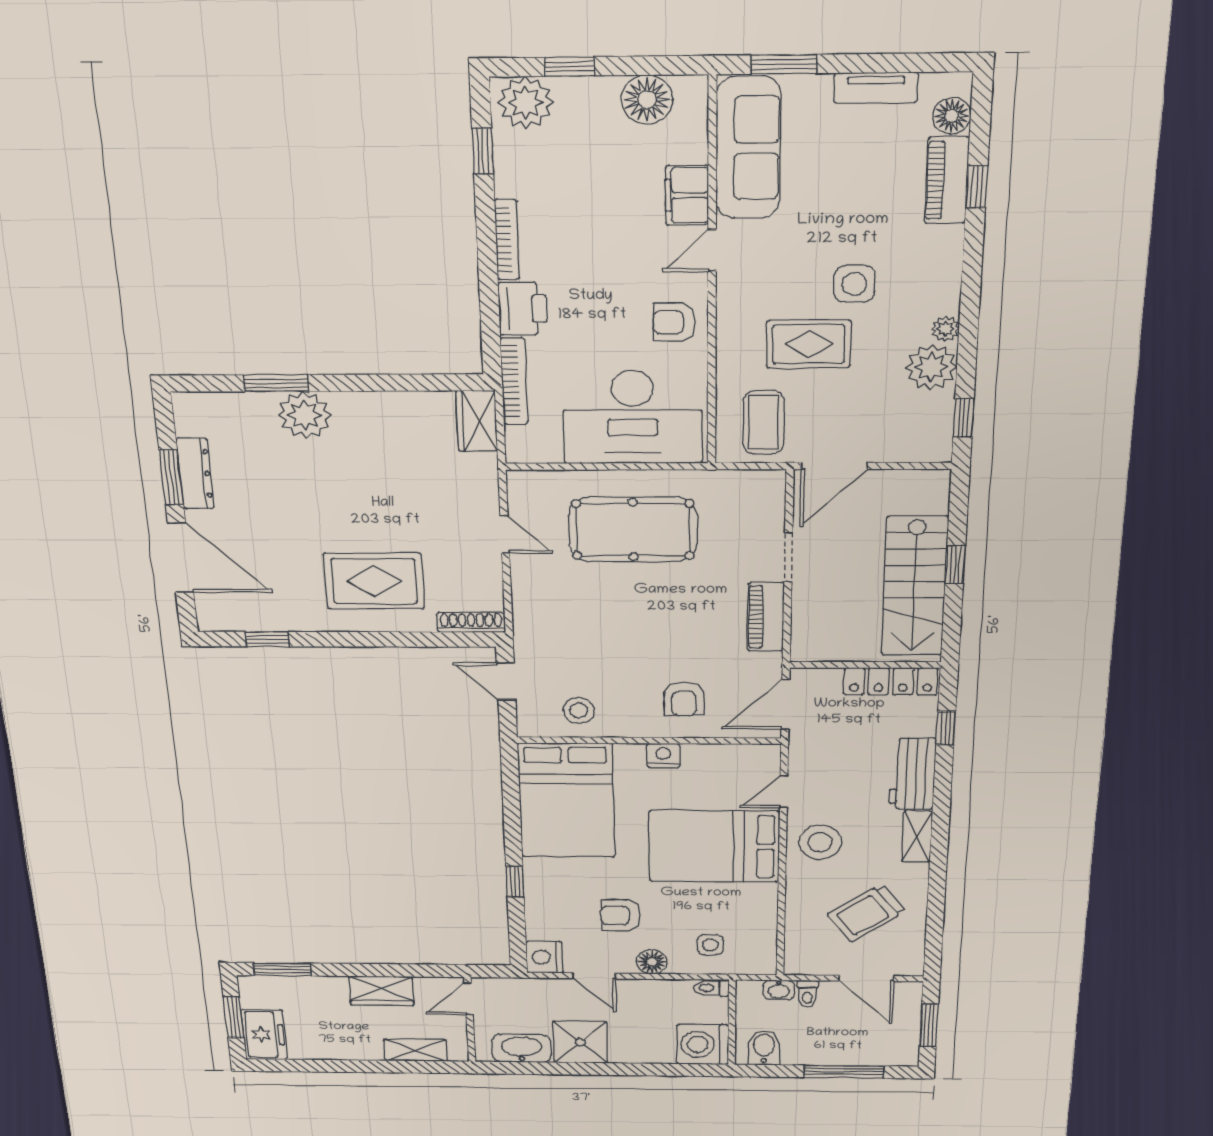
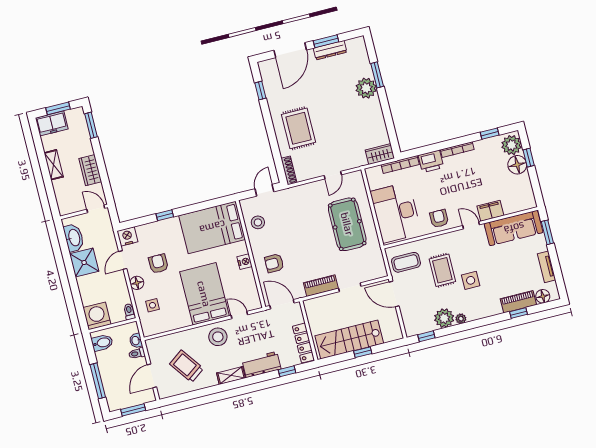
floor lamp: (647, 100) -> (517, 165), moved
shelving: (416, 1050) -> (54, 165), moved

